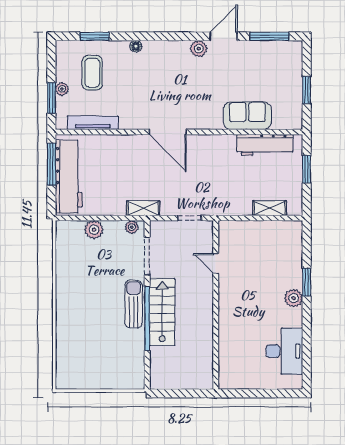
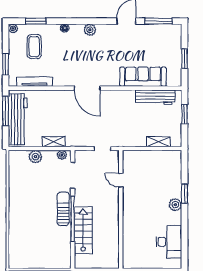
plant: (199, 49) -> (90, 30), moved
plant: (62, 89) -> (13, 28), moved
sofa: (247, 116) -> (143, 77), width x1.36
shelving: (143, 208) -> (54, 142), moved
stairs: (162, 312) -> (83, 230), moved

